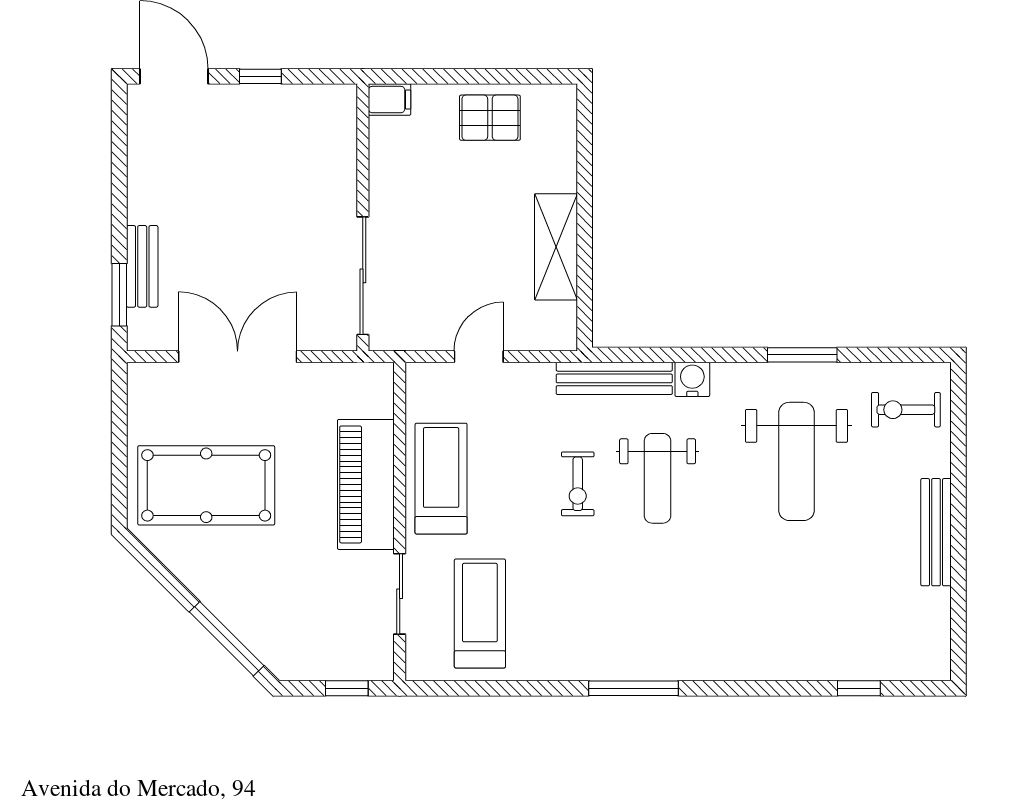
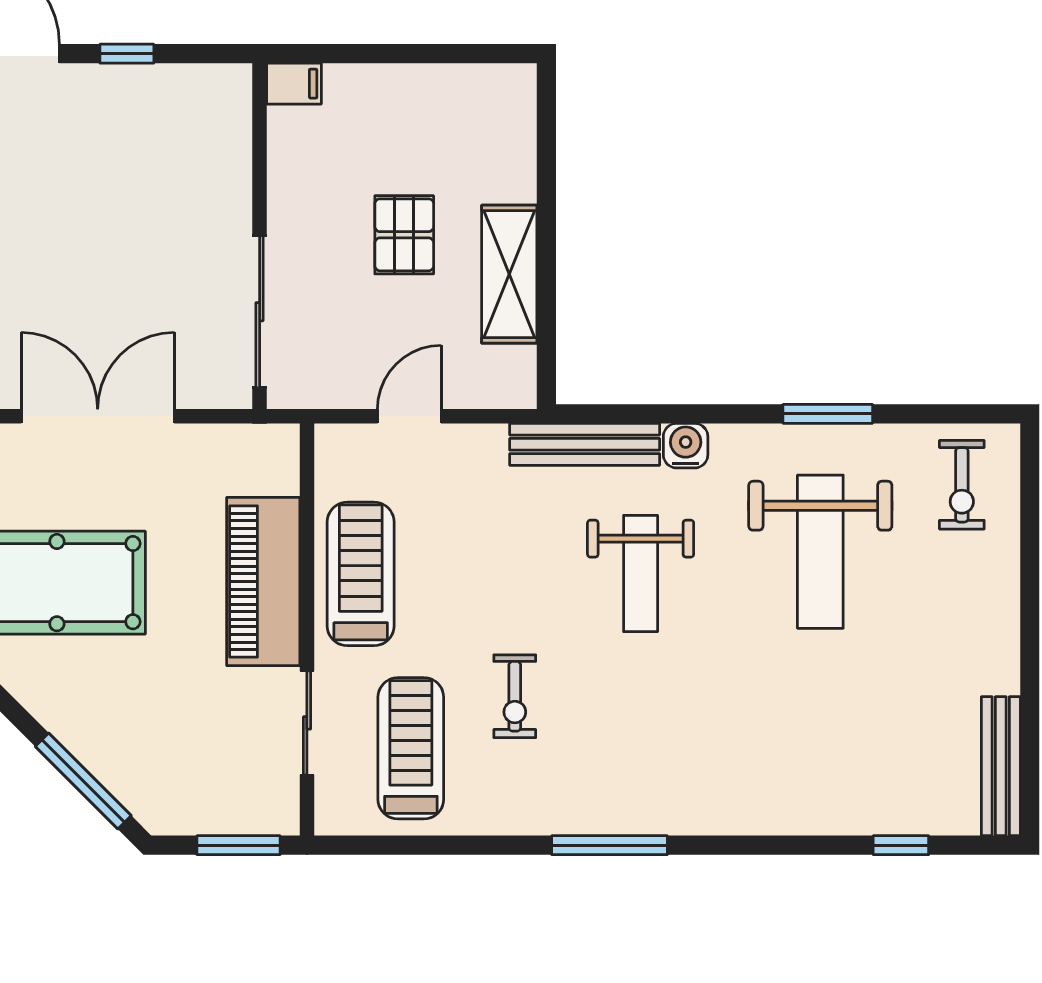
pallet: (490, 118) -> (404, 235), moved, turned 90
exercise bike: (906, 410) -> (962, 485), turned -90
exercise bike: (578, 484) -> (515, 696), moved
bench: (936, 532) -> (1001, 766), moved
window: (347, 688) -> (239, 845), width x1.50

